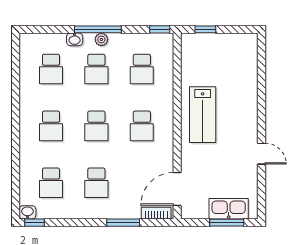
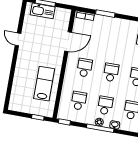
lab bench: (203, 115) -> (44, 84), moved
school desk: (96, 183) -> (117, 39), removed
door: (177, 189) -> (68, 42), moved

